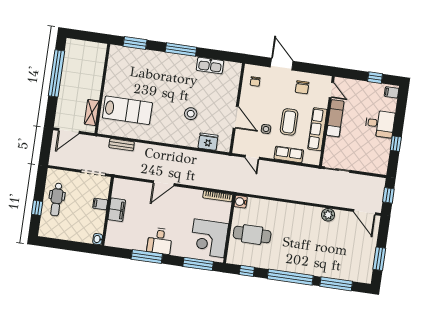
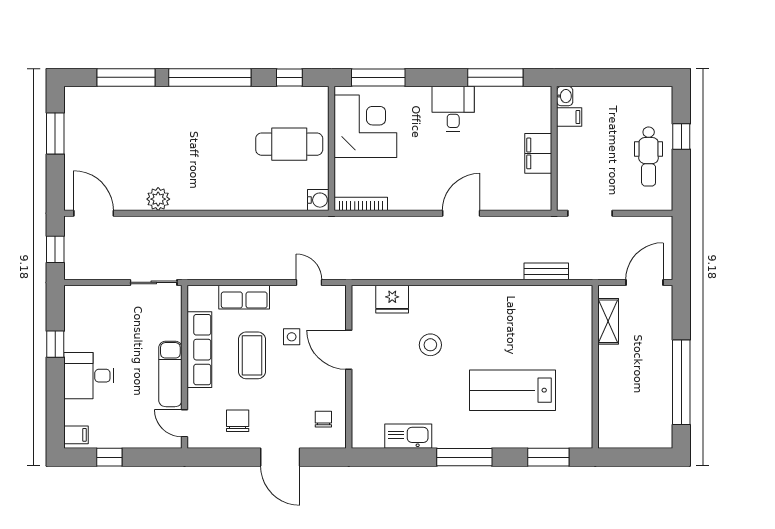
lab bench: (127, 110) -> (512, 390), moved
dental chair: (57, 199) -> (649, 156), turned 180
filing cabinet: (100, 204) -> (569, 117), moved
window: (147, 257) -> (495, 77), moved

